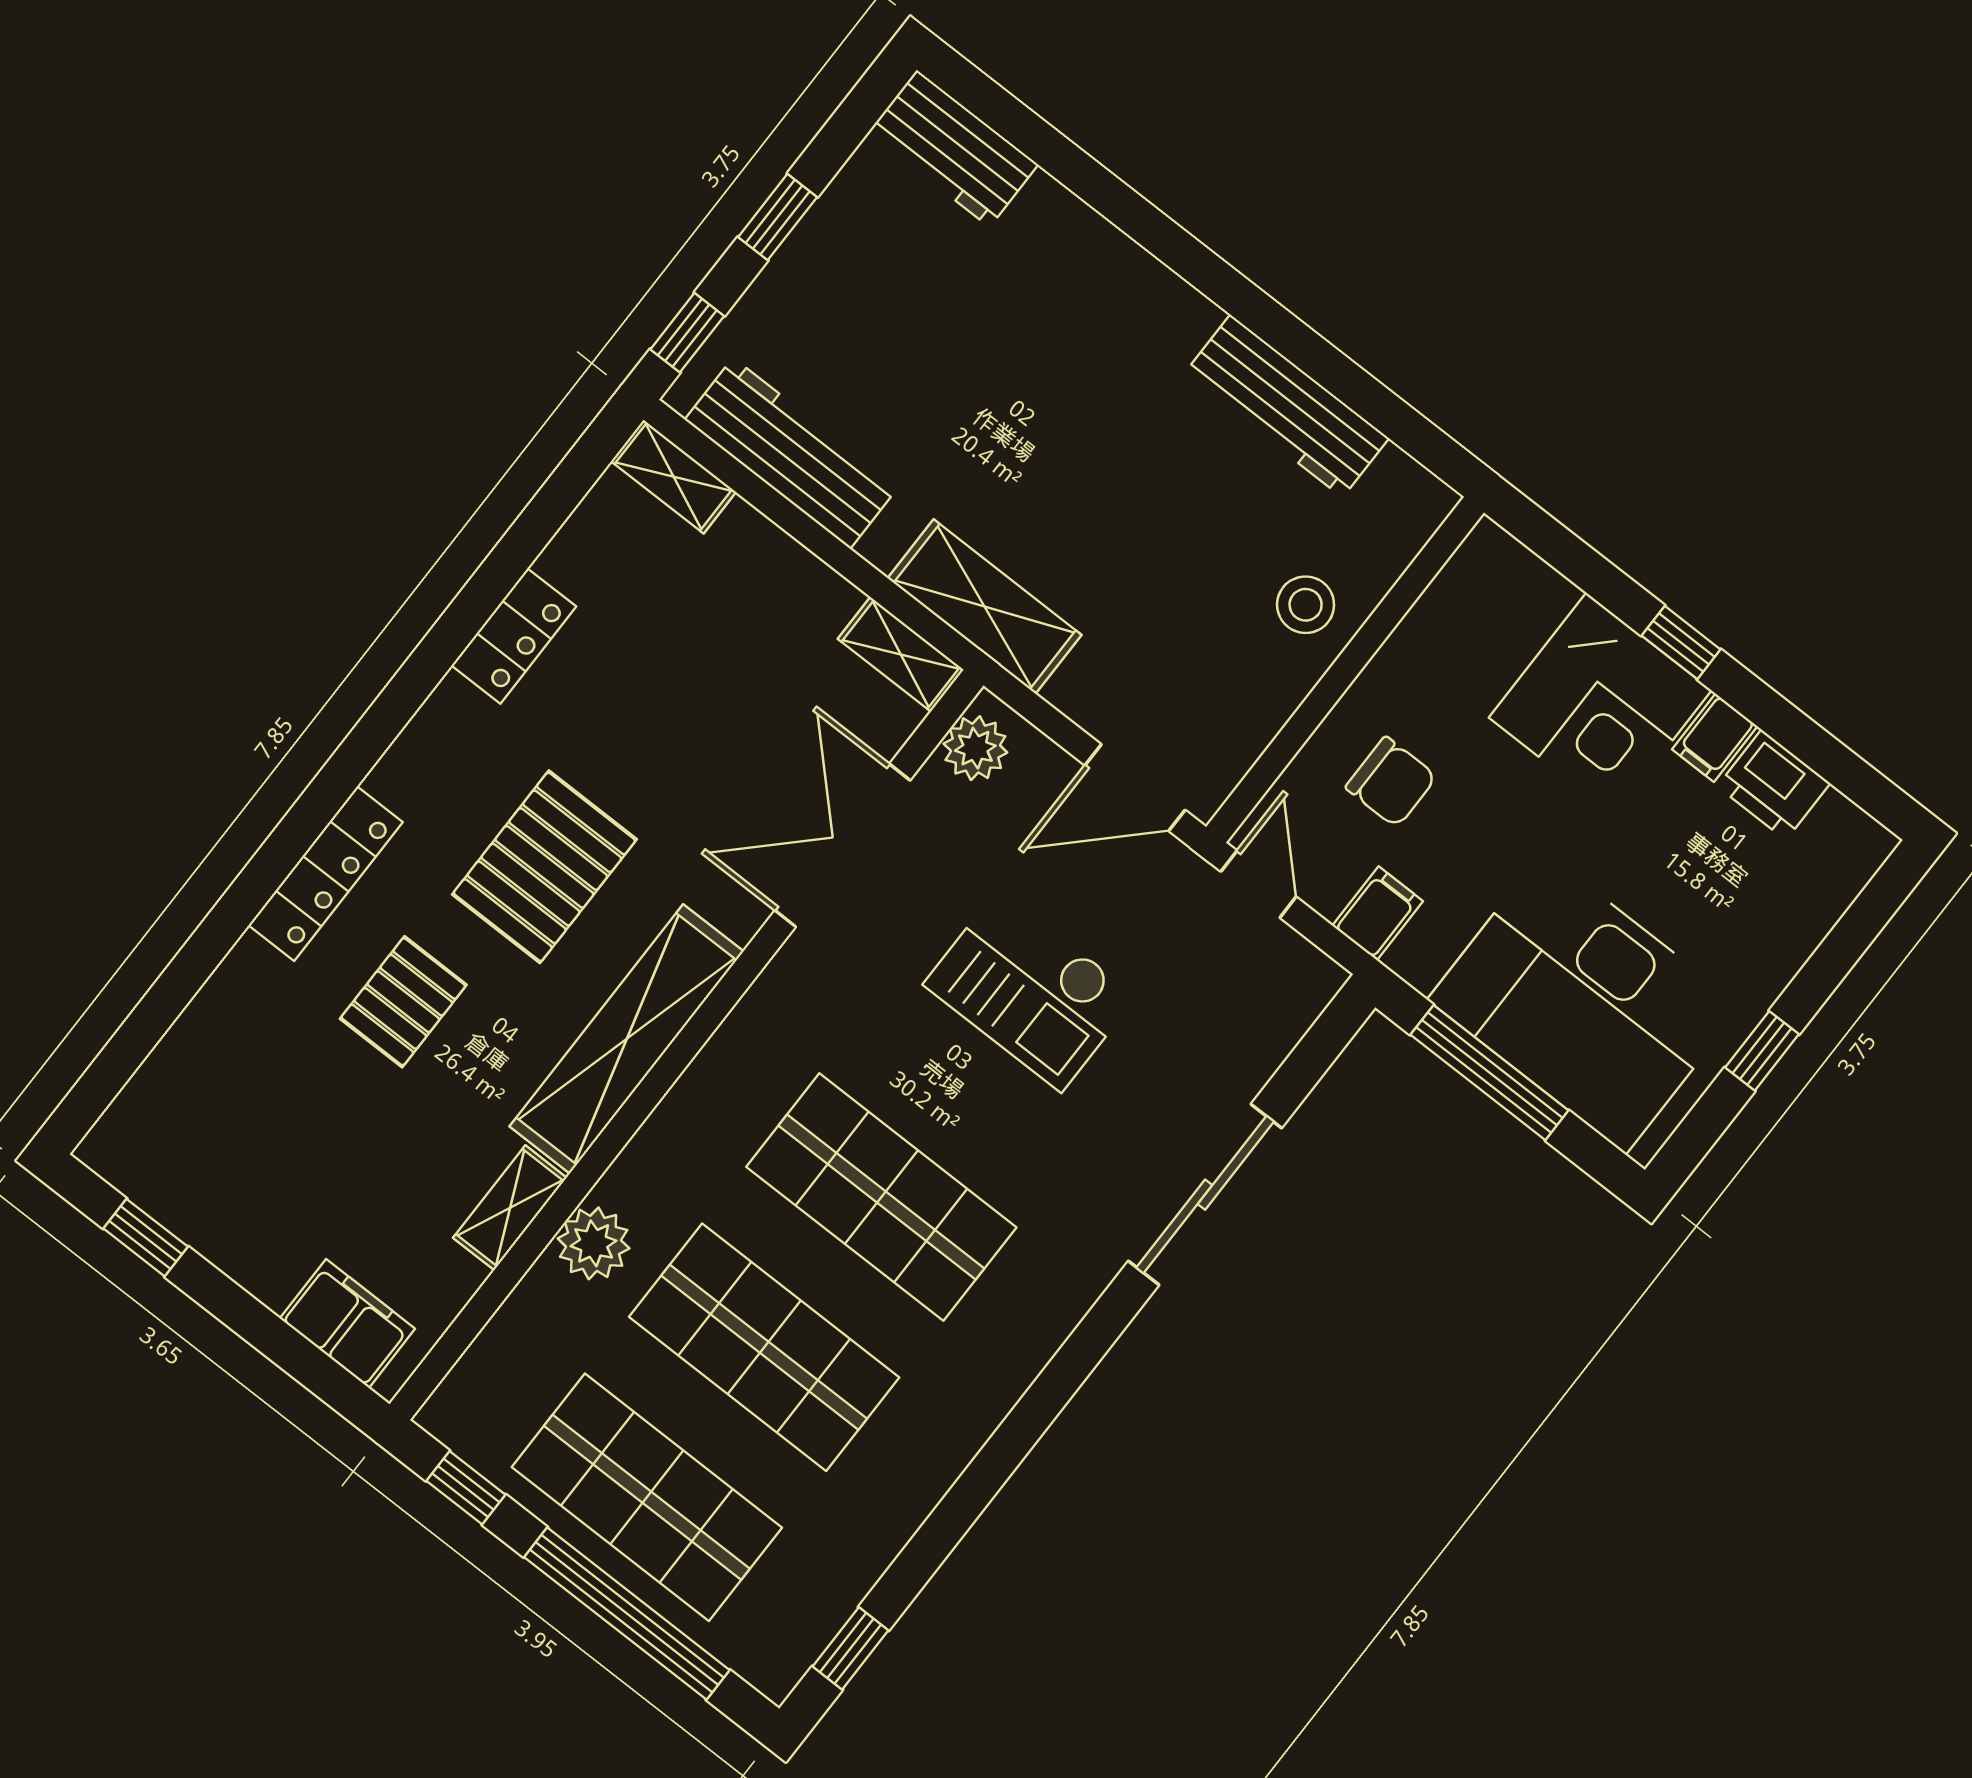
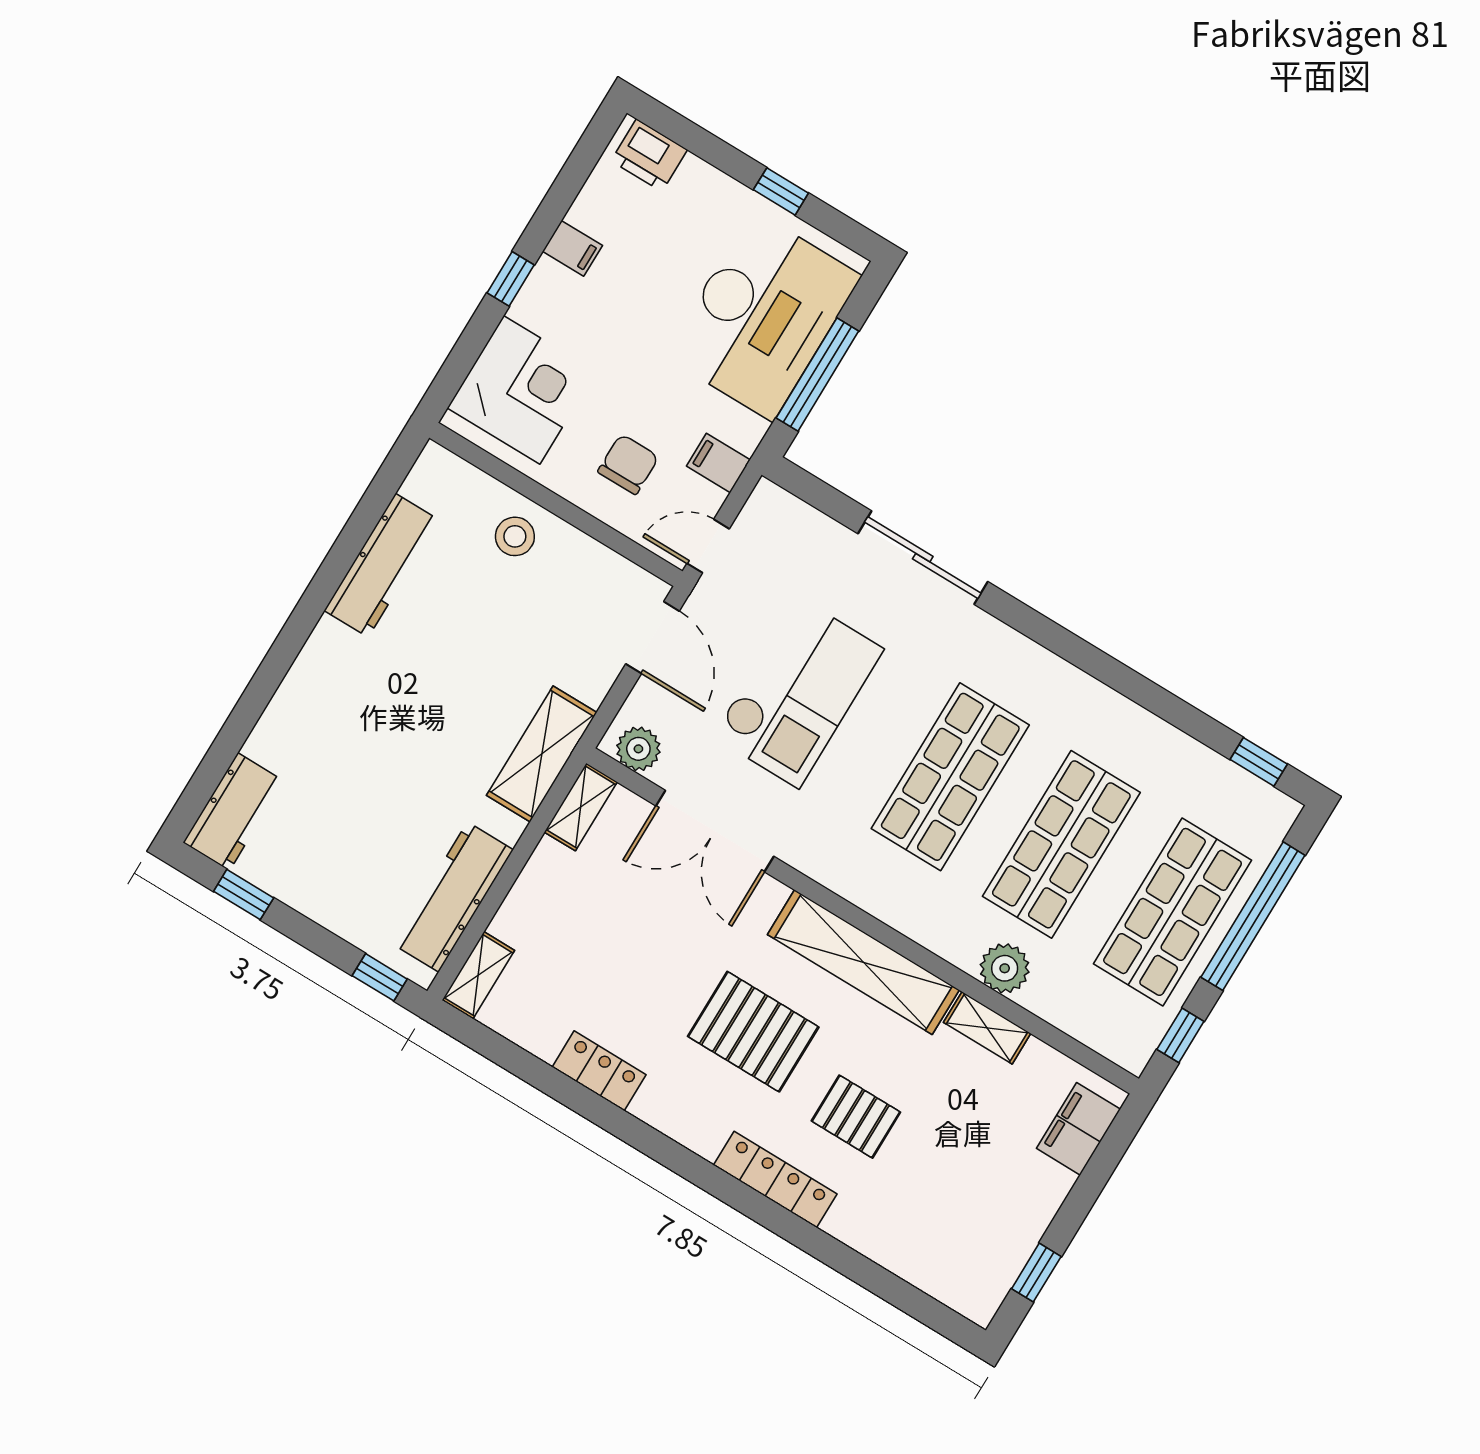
window: (778, 217) -> (244, 895), moved
corner desk: (1600, 704) -> (522, 390), moved
printer: (1774, 785) -> (649, 155), moved, turned 90
checkout: (1030, 990) -> (798, 693), width x1.36, depth x1.21

